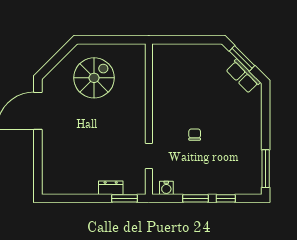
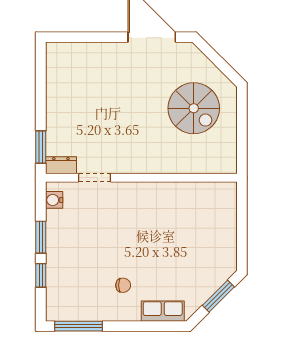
row of seats: (243, 76) -> (163, 311), moved, turned 45
chair: (195, 135) -> (123, 285), moved
dresser: (111, 188) -> (61, 165), moved, turned -90

